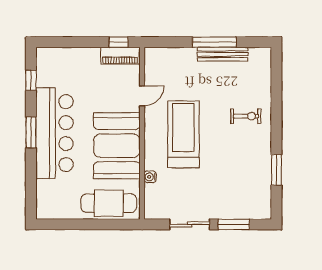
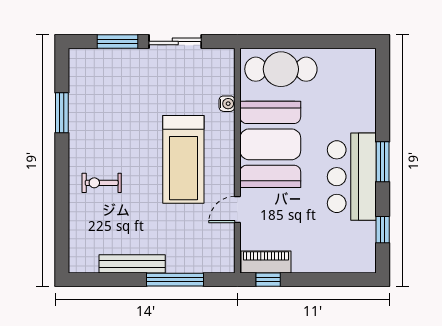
window: (214, 42) -> (175, 280), moved
bar counter: (54, 133) -> (352, 177), width x0.73

